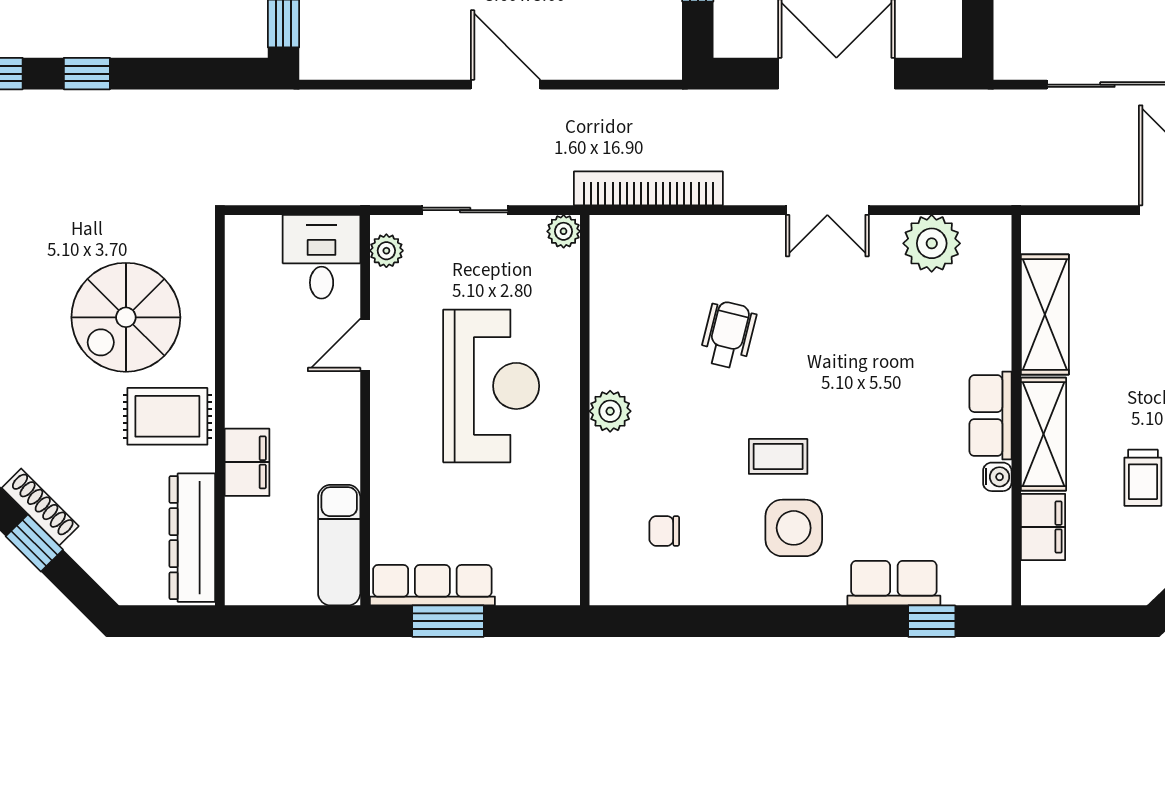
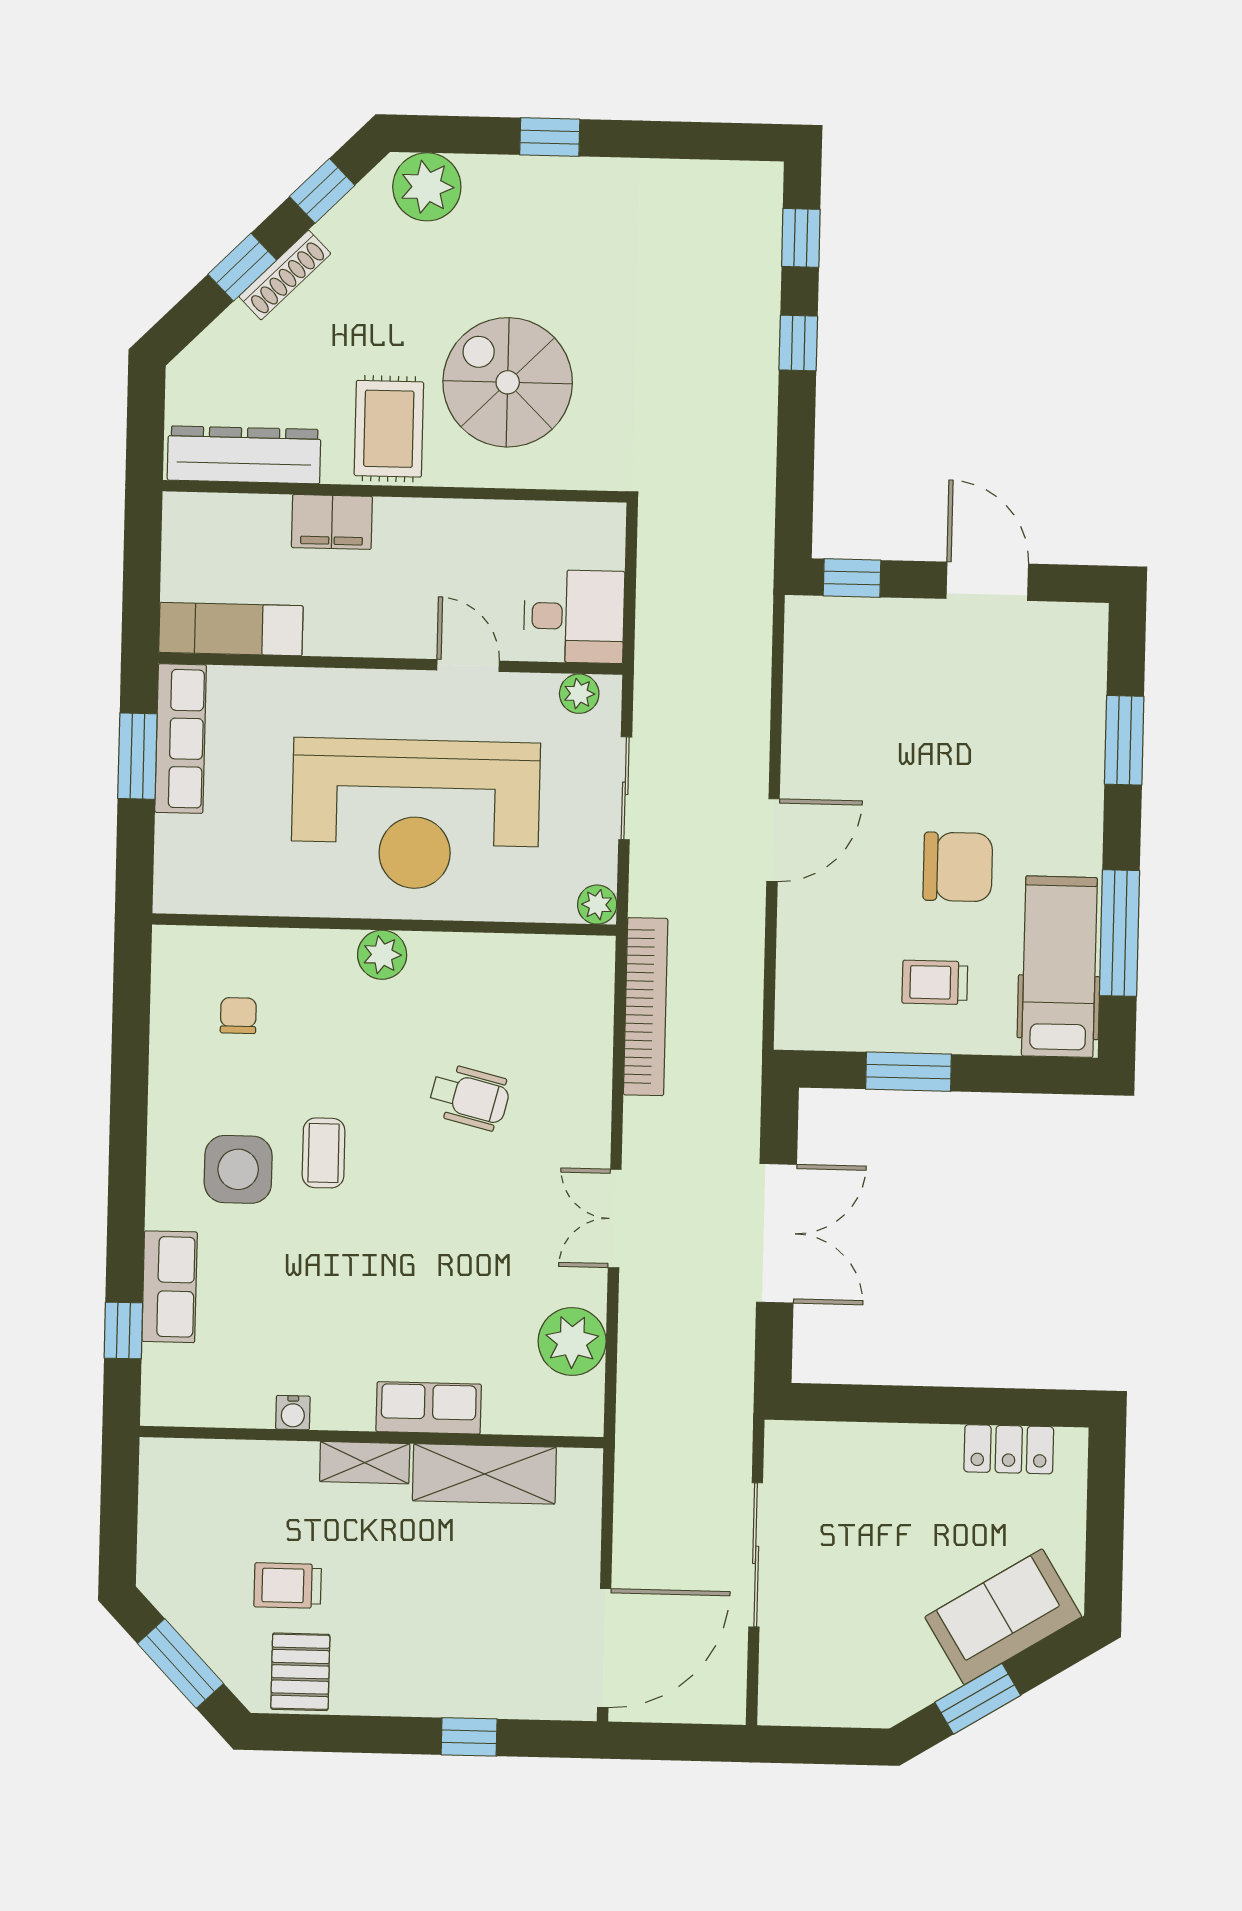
reception desk: (491, 386) -> (416, 814), width x1.36, depth x1.30
row of seats: (991, 416) -> (429, 1408), moved
shelving: (1044, 434) -> (365, 1463), width x0.67, depth x0.75
filing cabinet: (1043, 527) -> (232, 1466), removed

